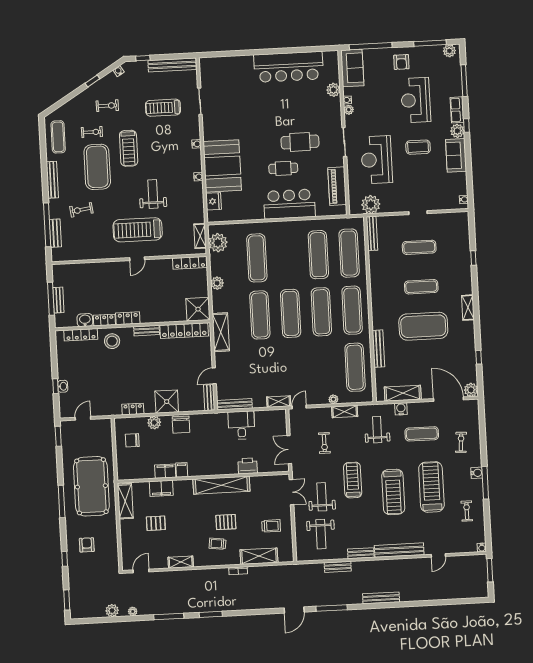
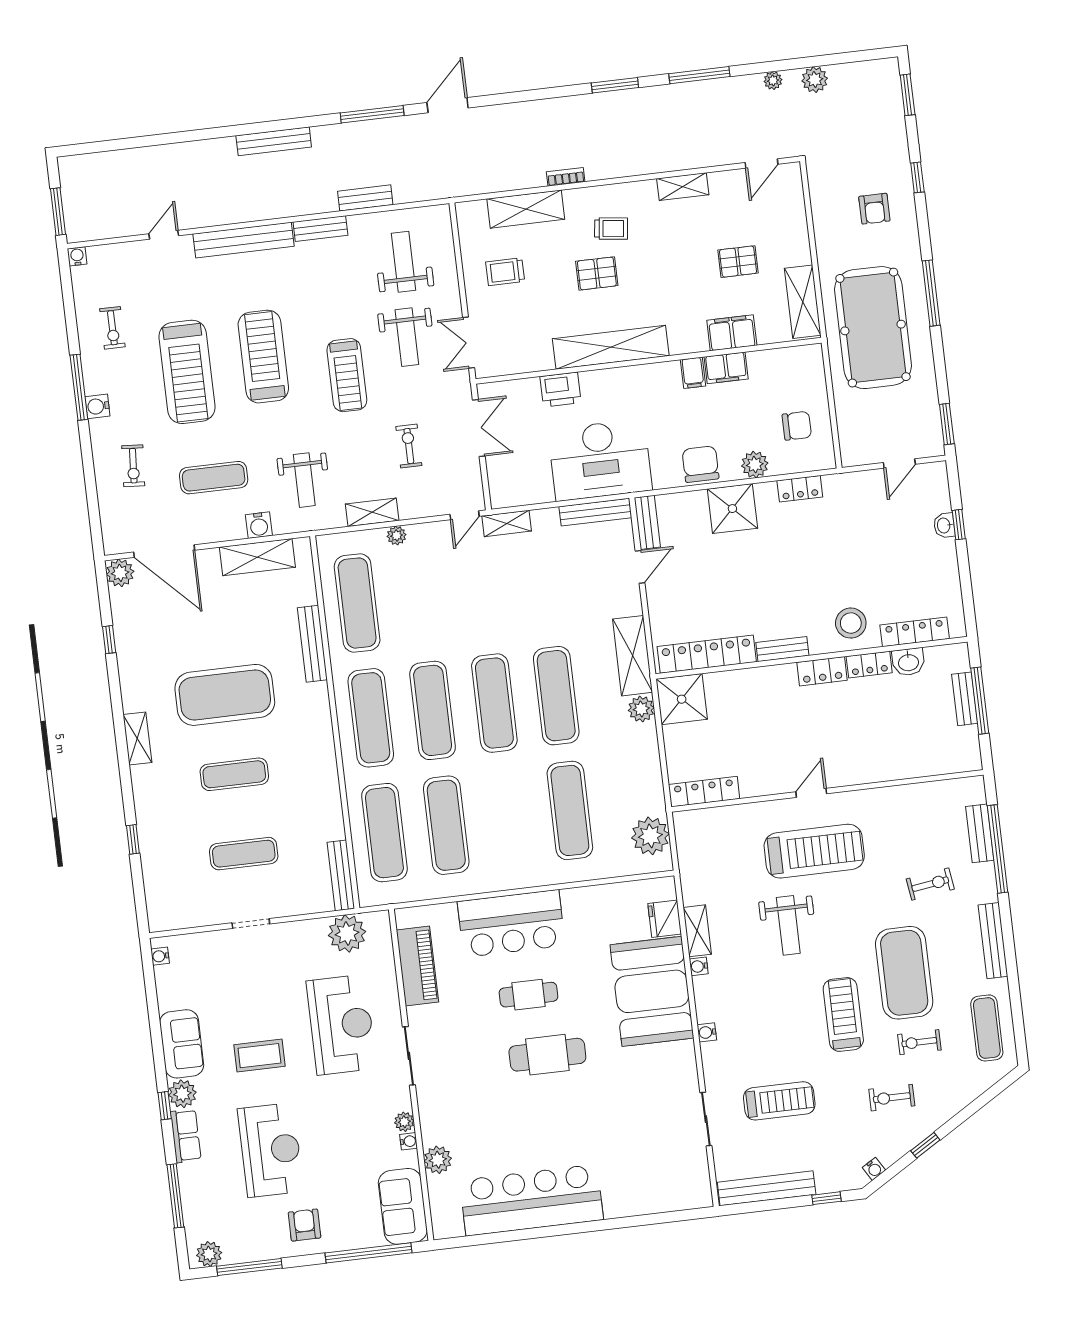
cafe table: (300, 142) -> (547, 1055), moved
shelving: (200, 236) -> (697, 931), moved
plant: (217, 283) -> (641, 709), moved
desk: (241, 425) -> (600, 460), width x1.87, depth x1.30

